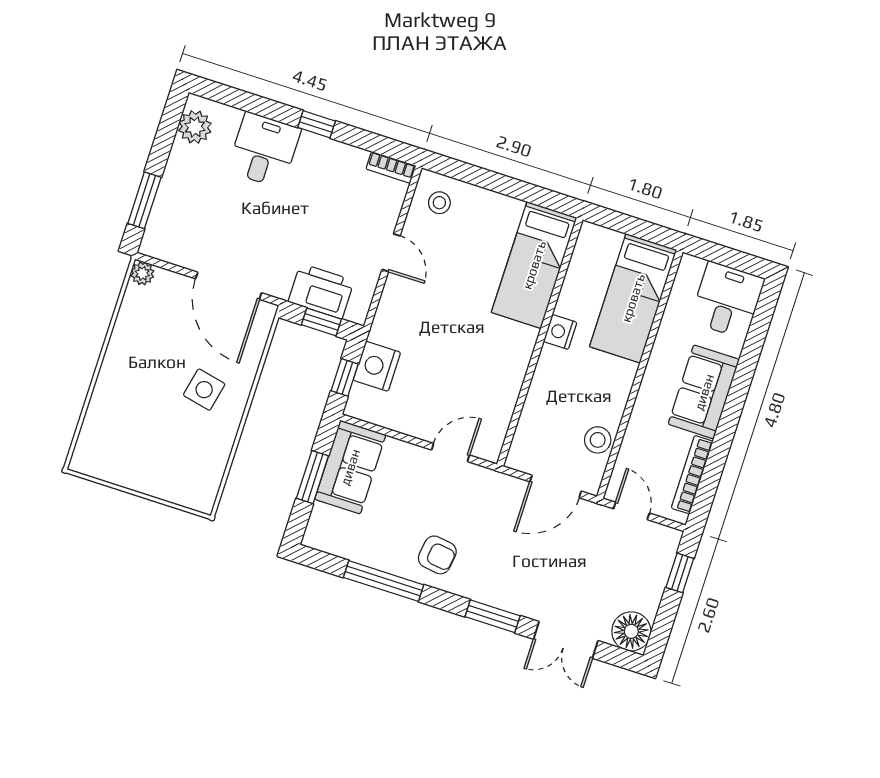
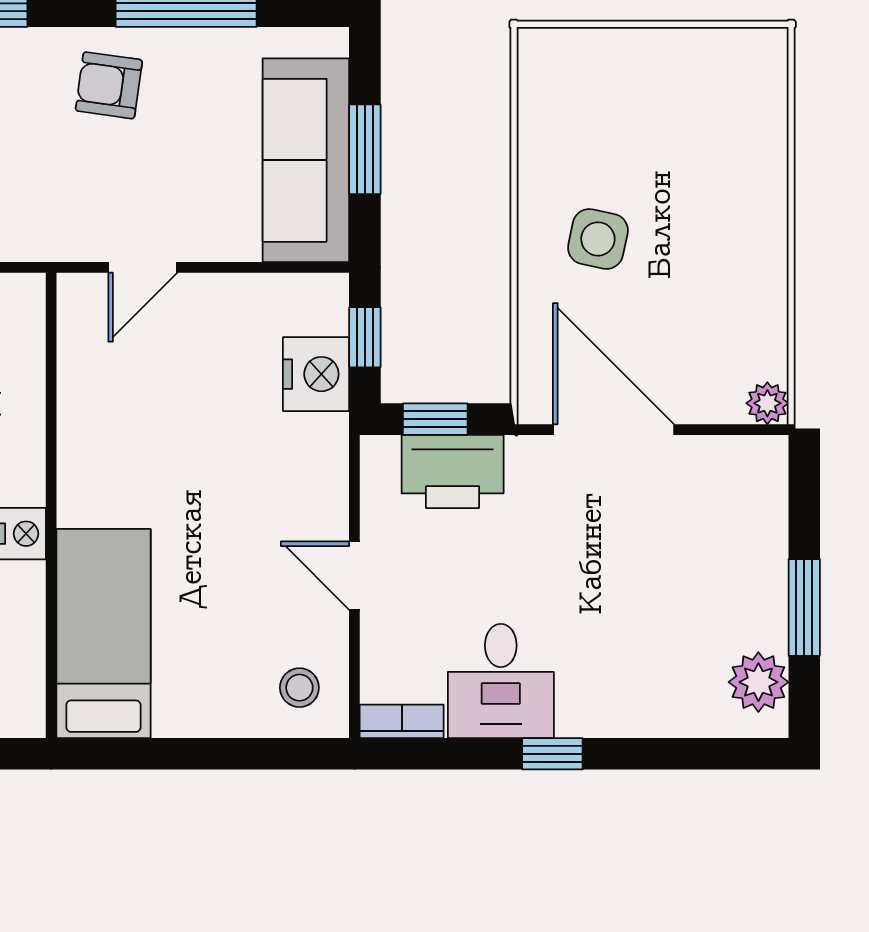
desk: (264, 150) -> (501, 681), moved
window: (144, 200) -> (804, 608), moved
sofa: (350, 467) -> (306, 160), width x1.36

